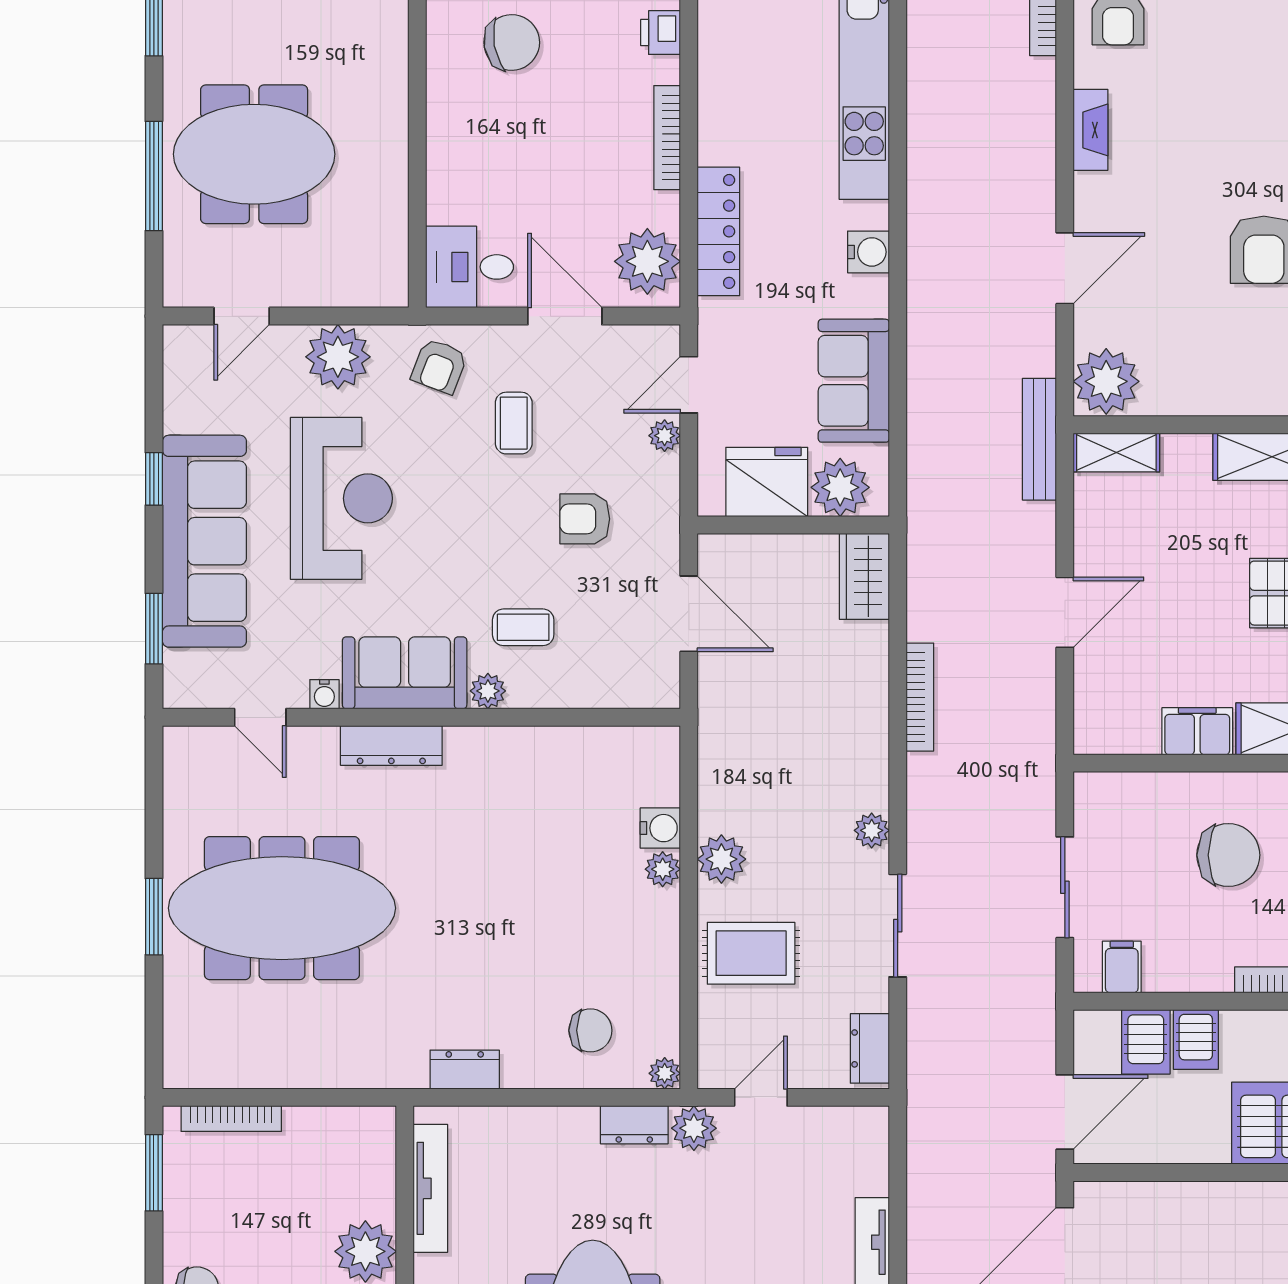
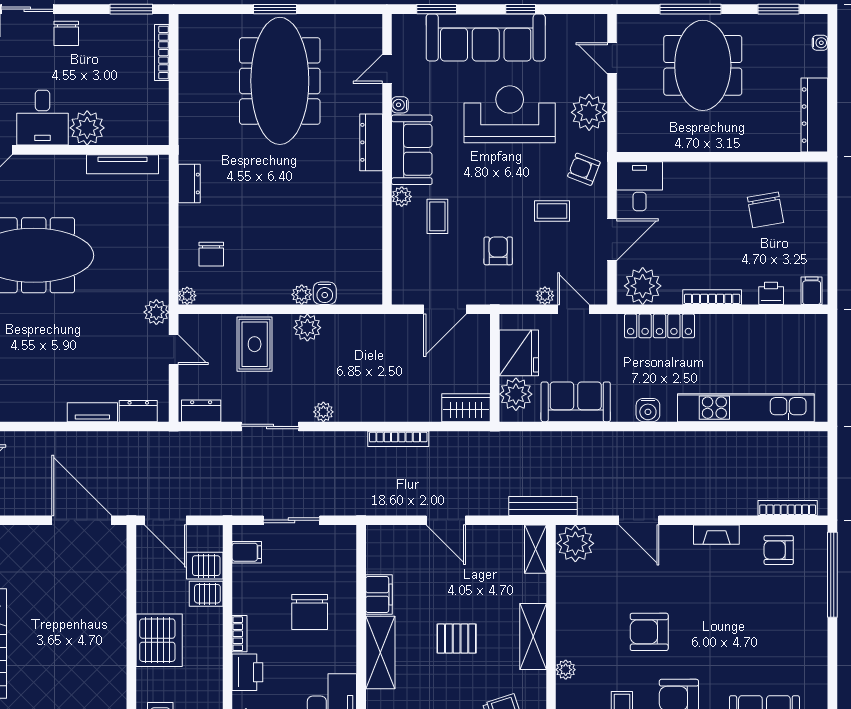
reception desk: (341, 498) -> (510, 114), turned 180
dresser: (634, 1125) -> (138, 411), moved, turned 90

